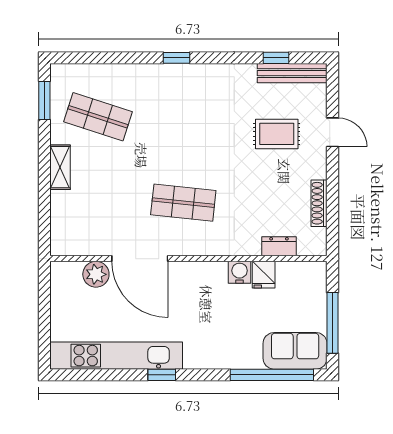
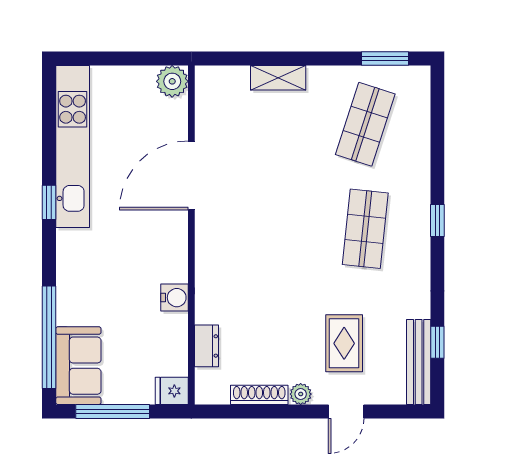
shelving: (60, 167) -> (278, 78), moved
plant: (318, 169) -> (301, 394), added
shop shelf: (183, 203) -> (365, 229), moved
plant: (96, 274) -> (172, 81), moved
fridge: (264, 275) -> (172, 391), moved

